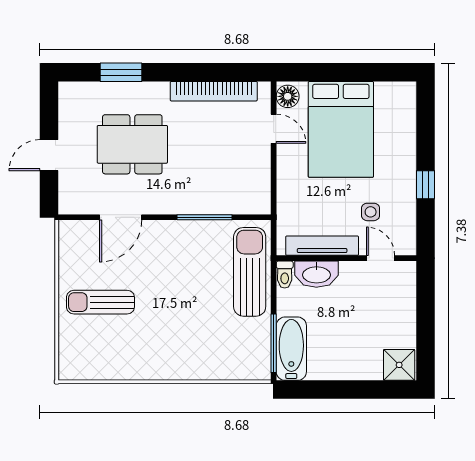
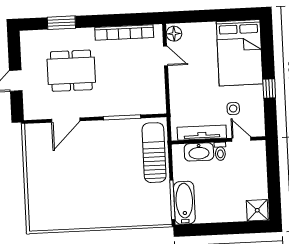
bed: (341, 129) -> (240, 53), moved
toilet: (285, 275) -> (220, 151), moved
sun lounger: (100, 302) -> (55, 178), removed

